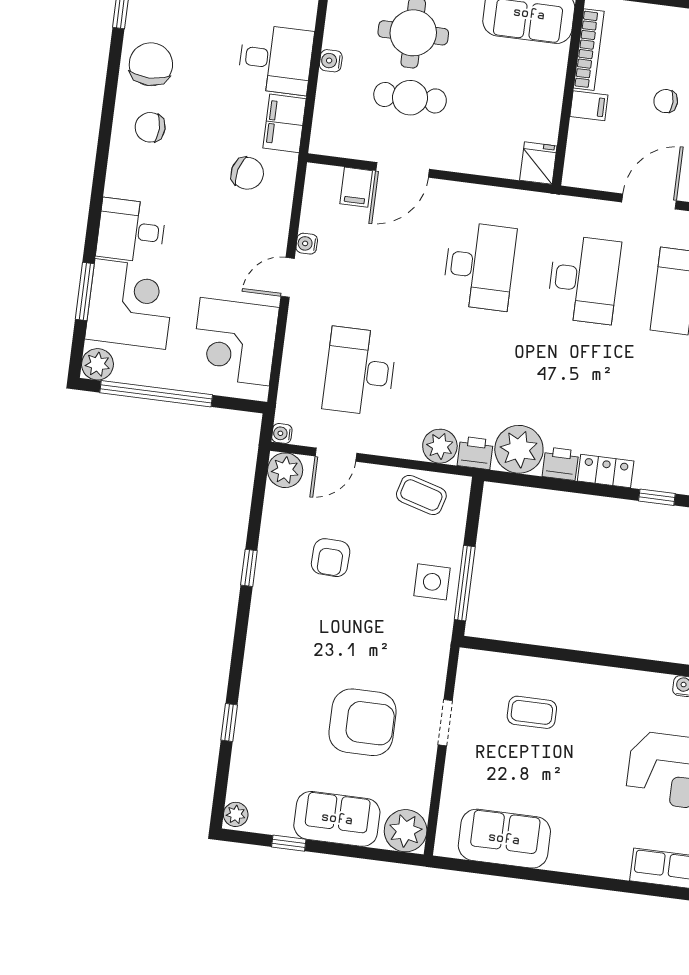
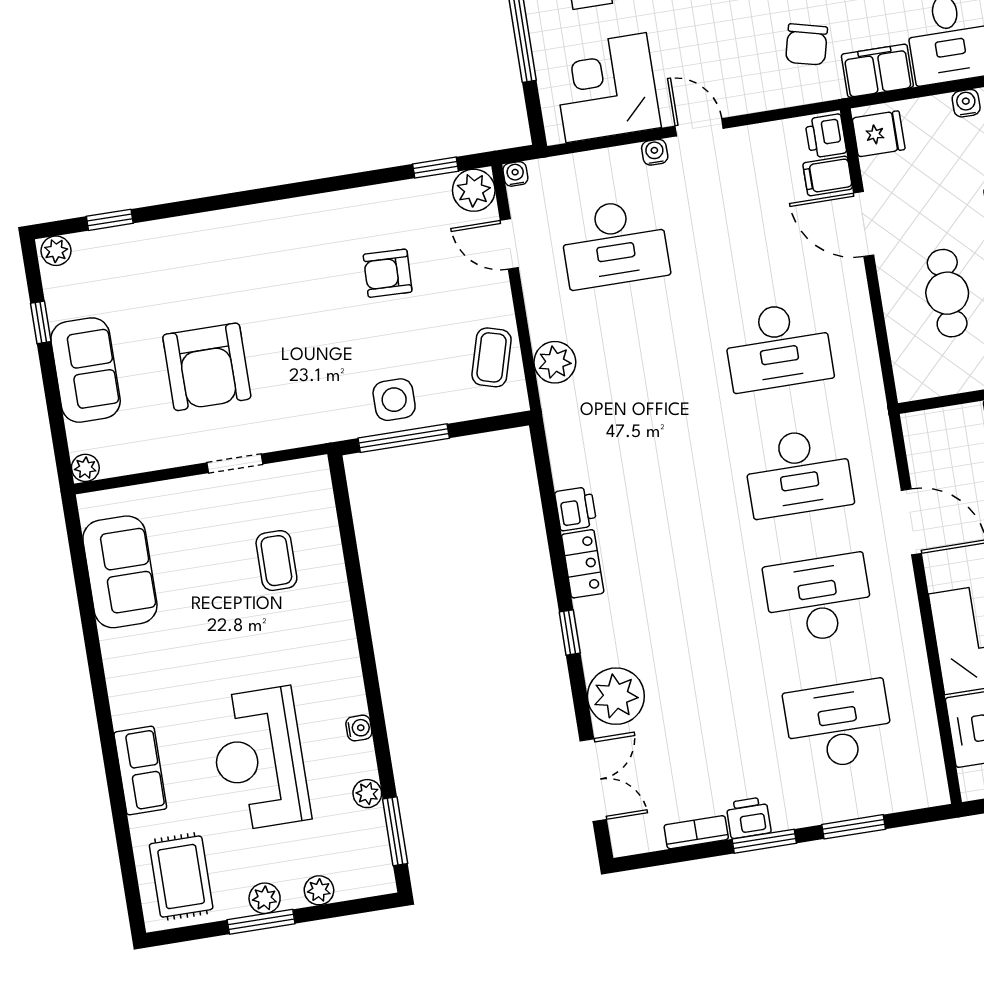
cafe table: (410, 98) -> (947, 293), moved
fridge: (538, 163) -> (879, 134), moved
water cooler: (307, 244) -> (655, 152), moved
desk: (360, 371) -> (614, 243), turned 180
plant: (519, 449) -> (578, 455), removed
printer: (475, 453) -> (826, 136), moved, turned 180
window: (249, 568) -> (436, 168), moved
window: (229, 723) -> (110, 220), moved
plant: (406, 831) -> (85, 468), width x0.53, depth x0.53

